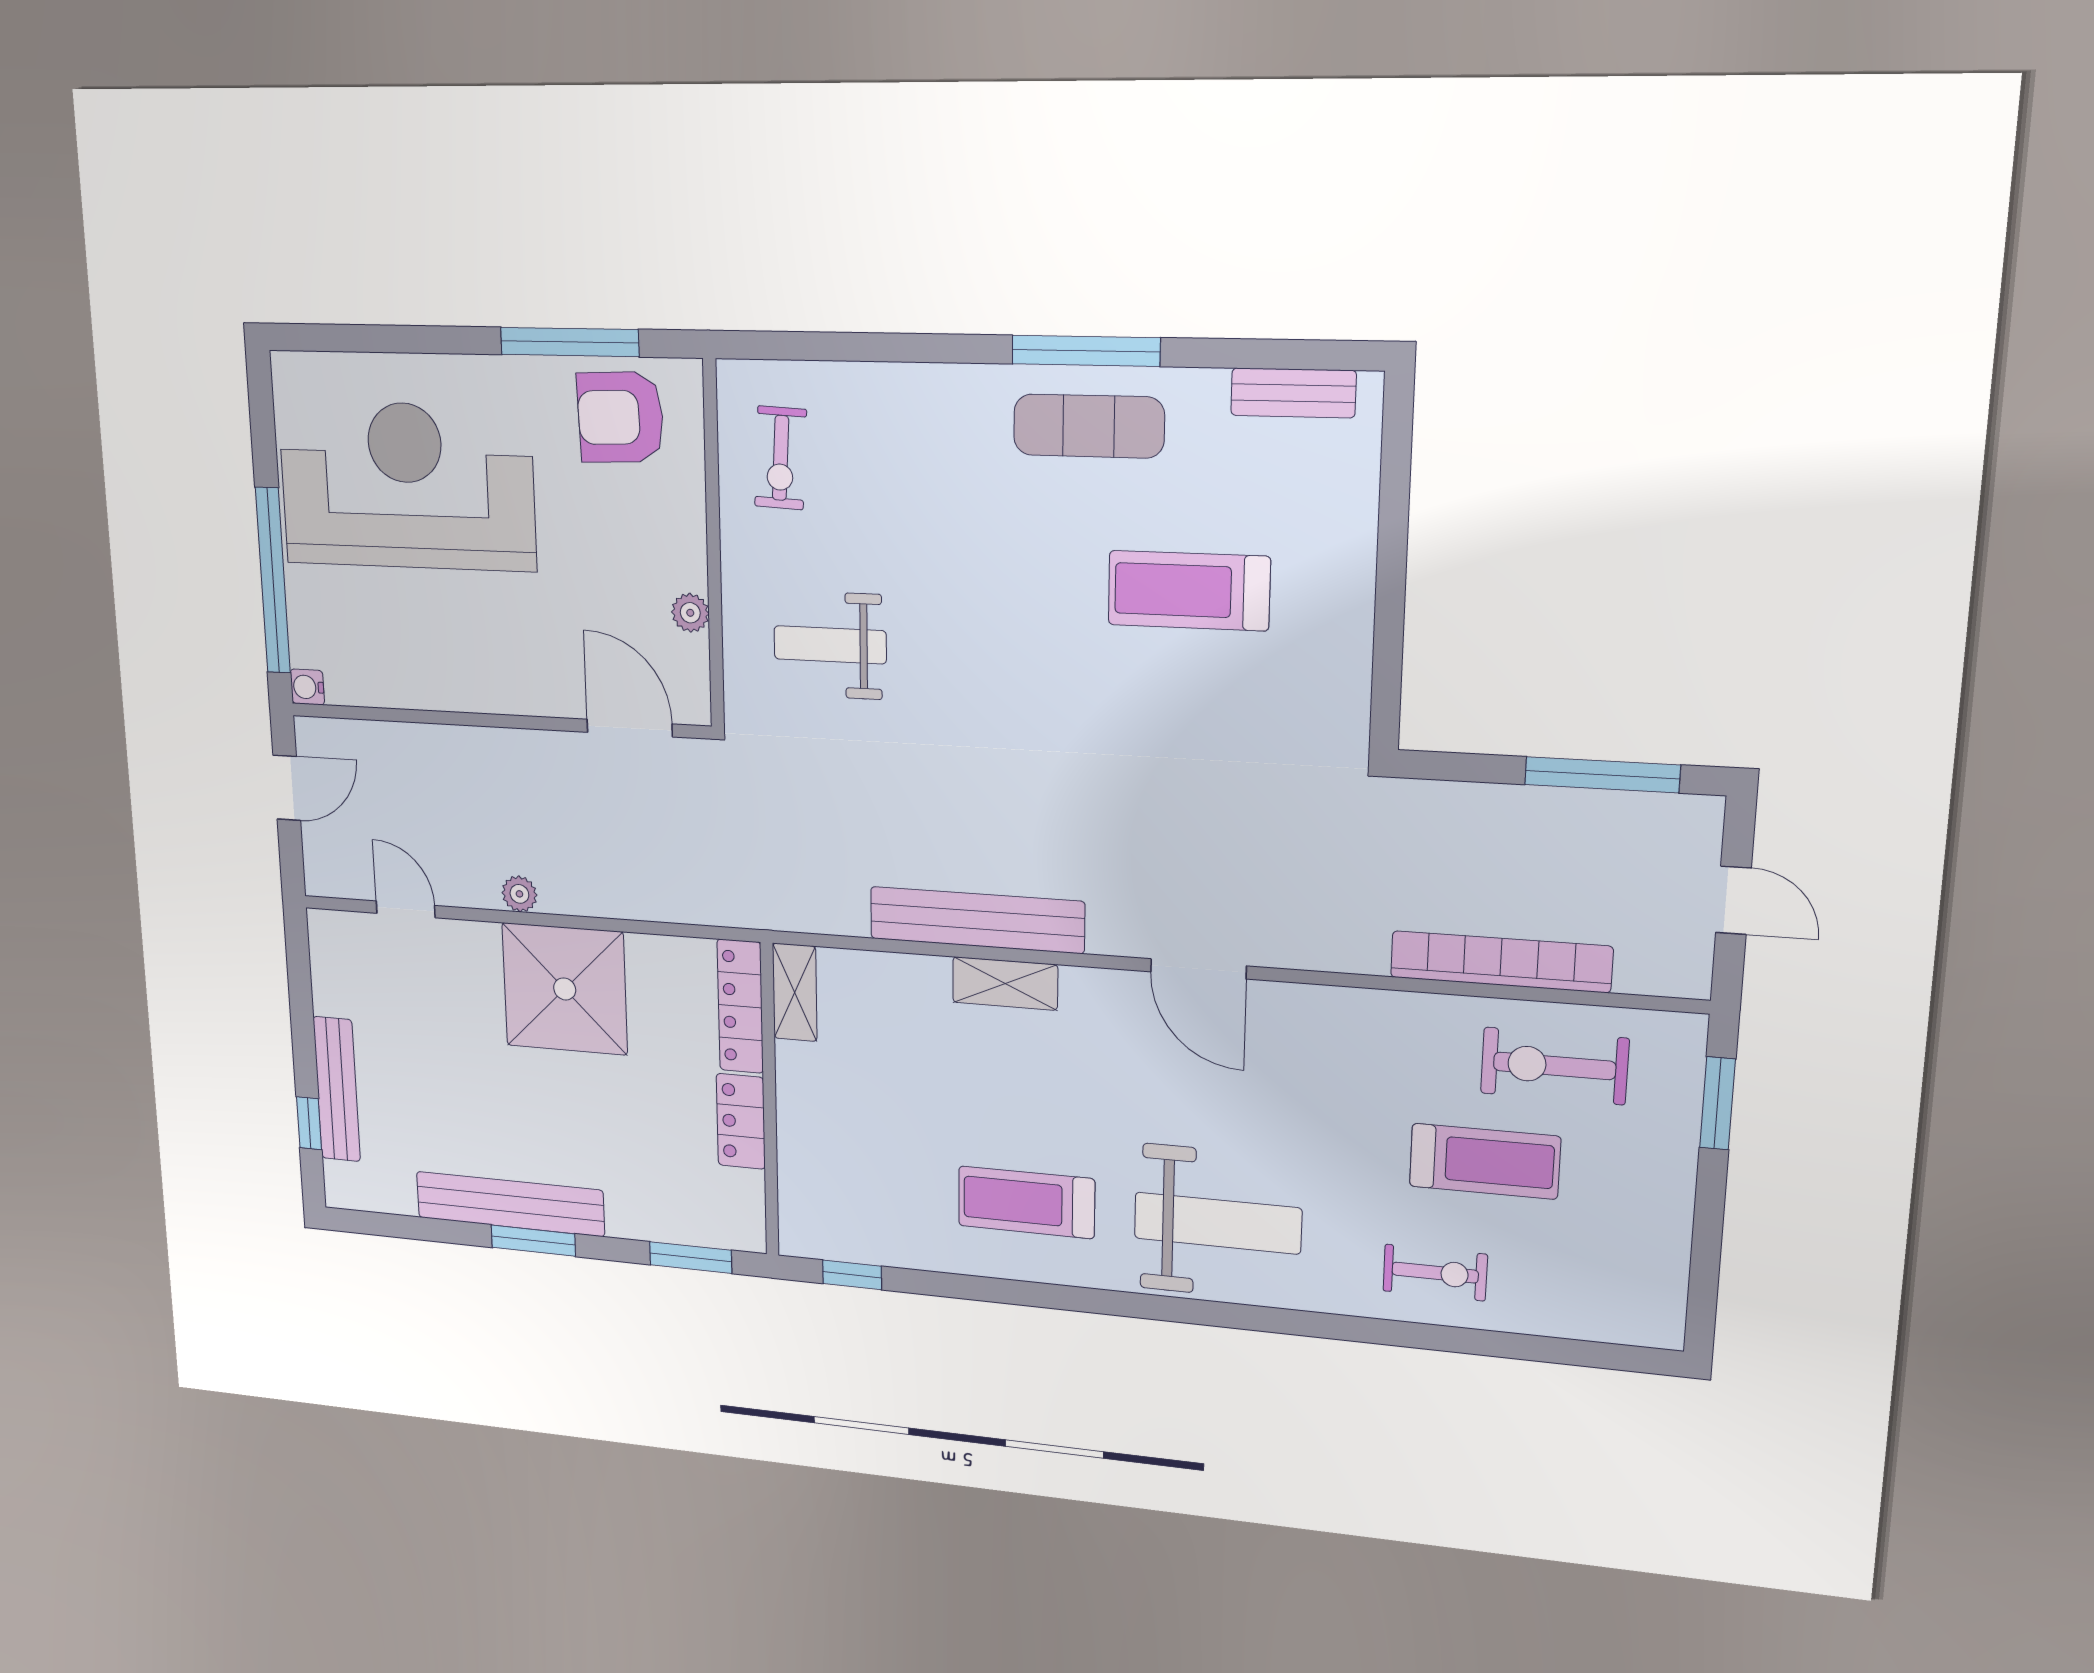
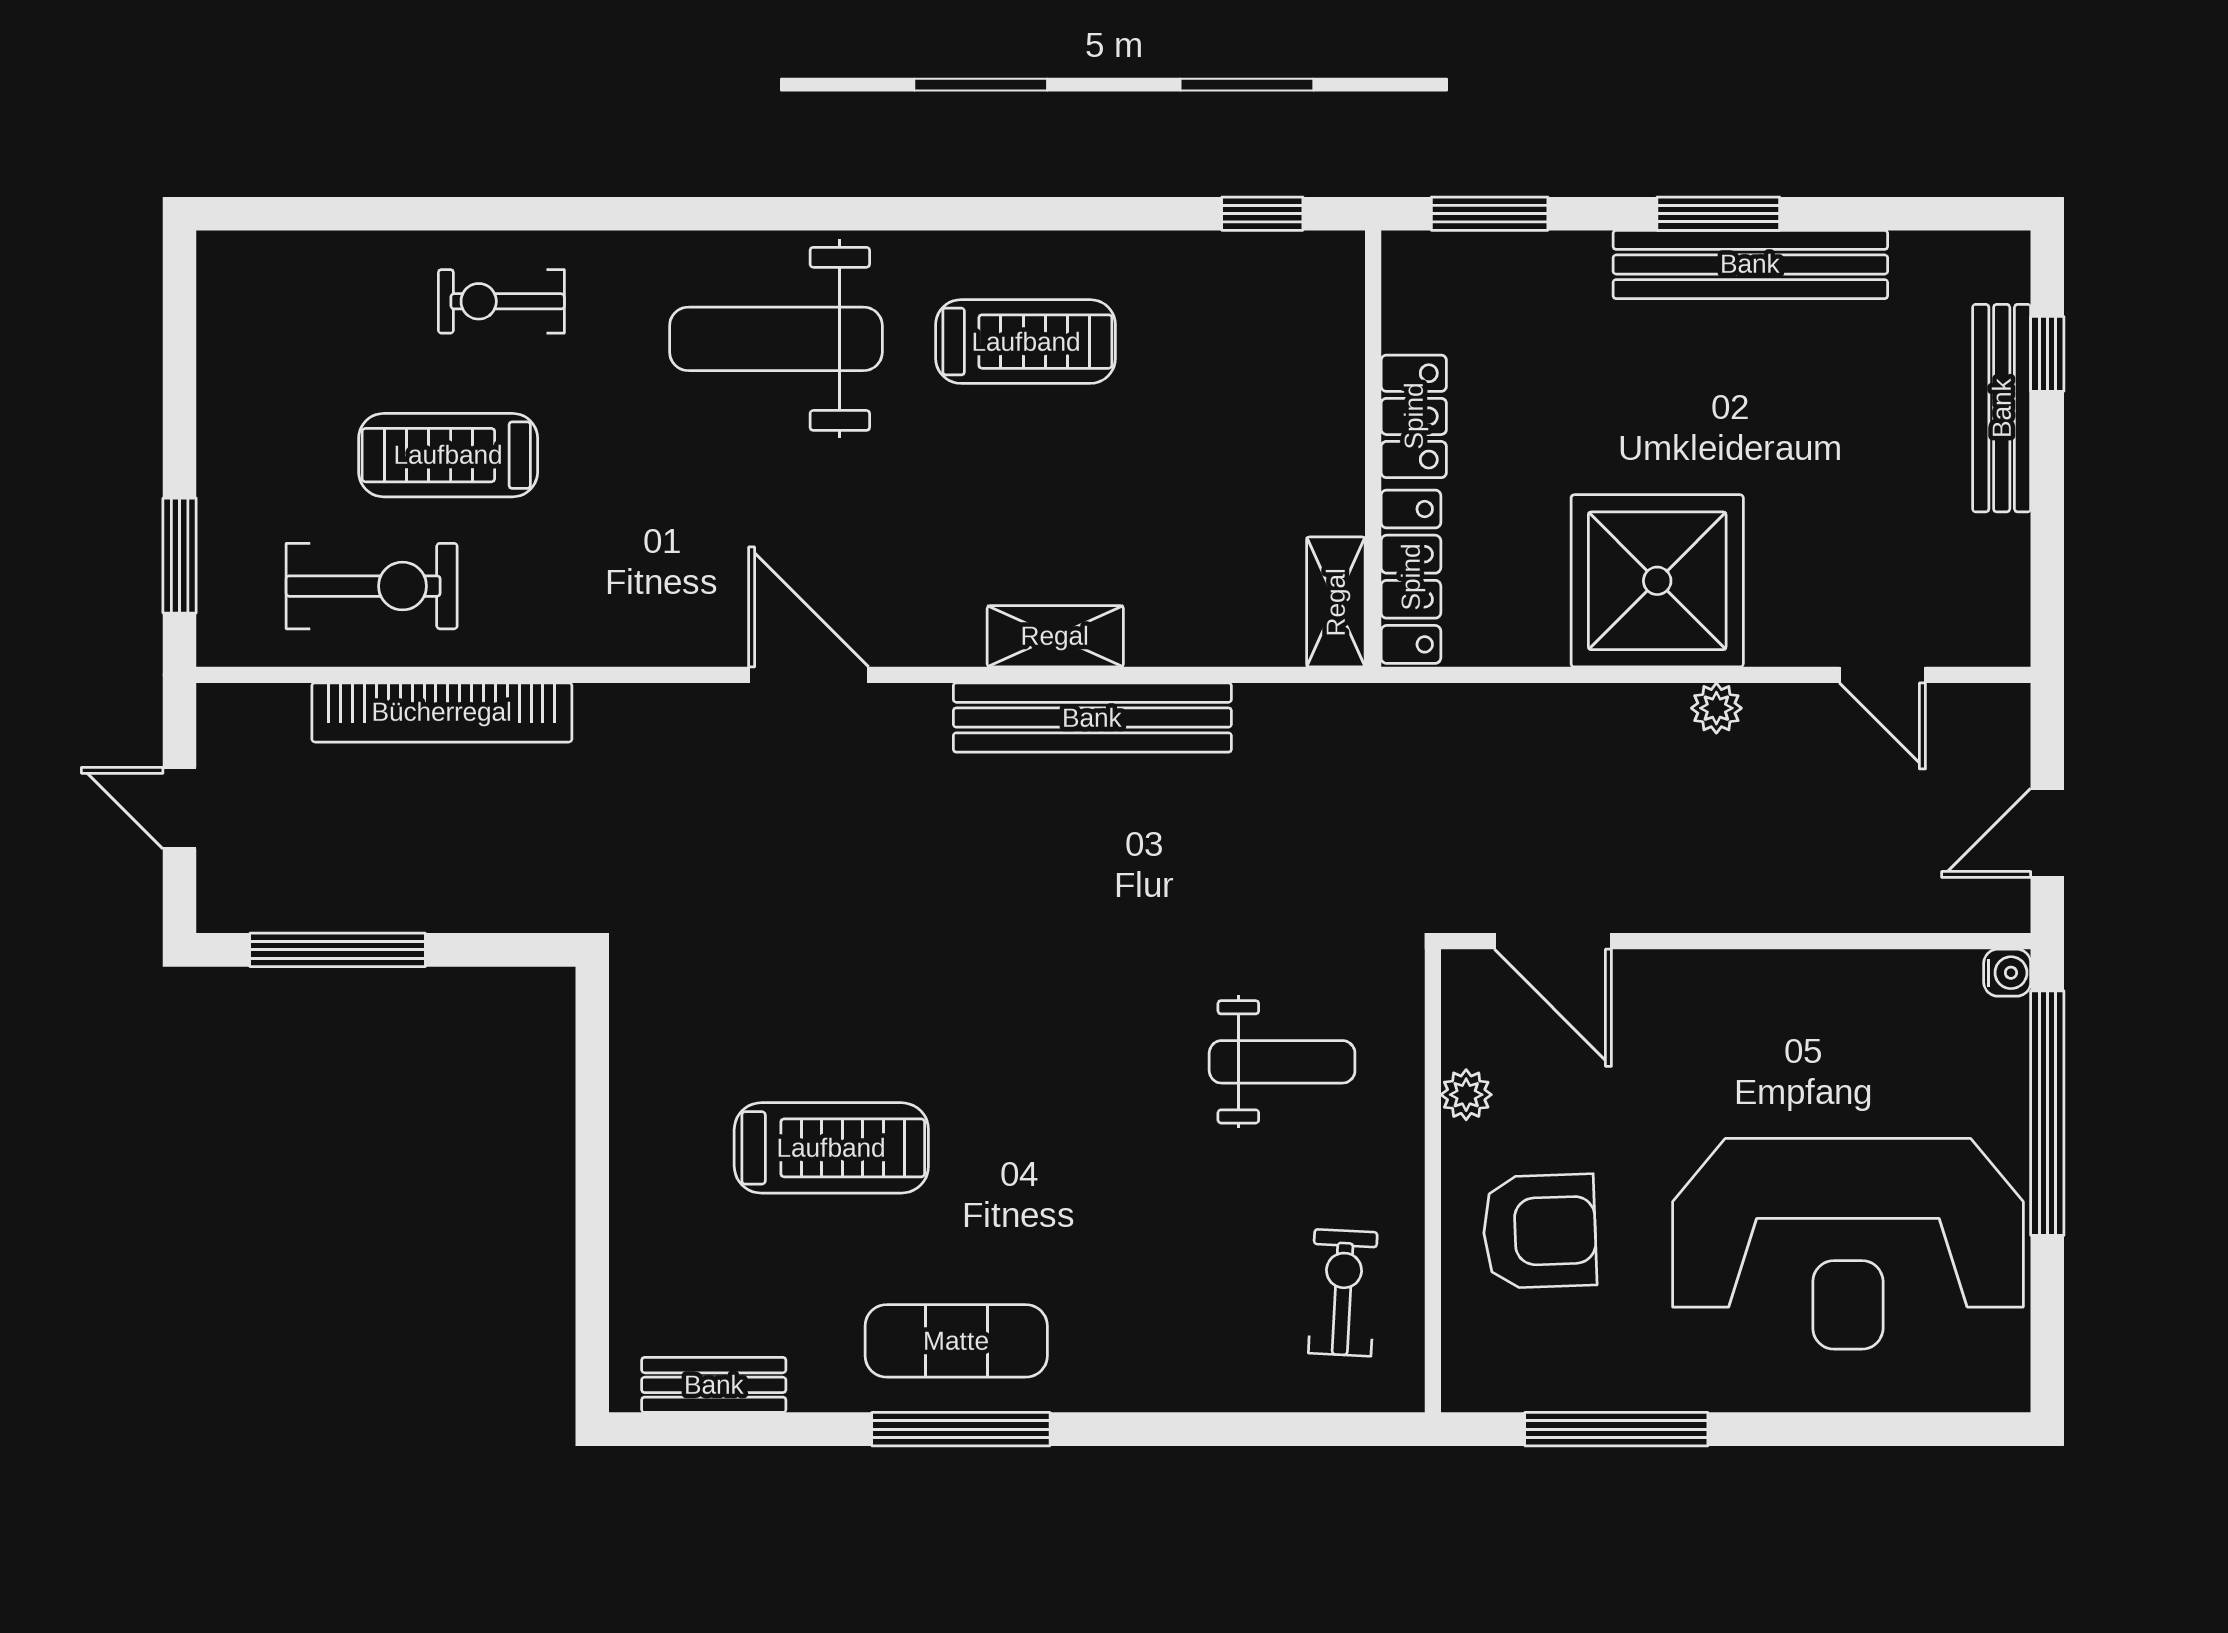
armchair: (621, 417) -> (1540, 1231), moved

